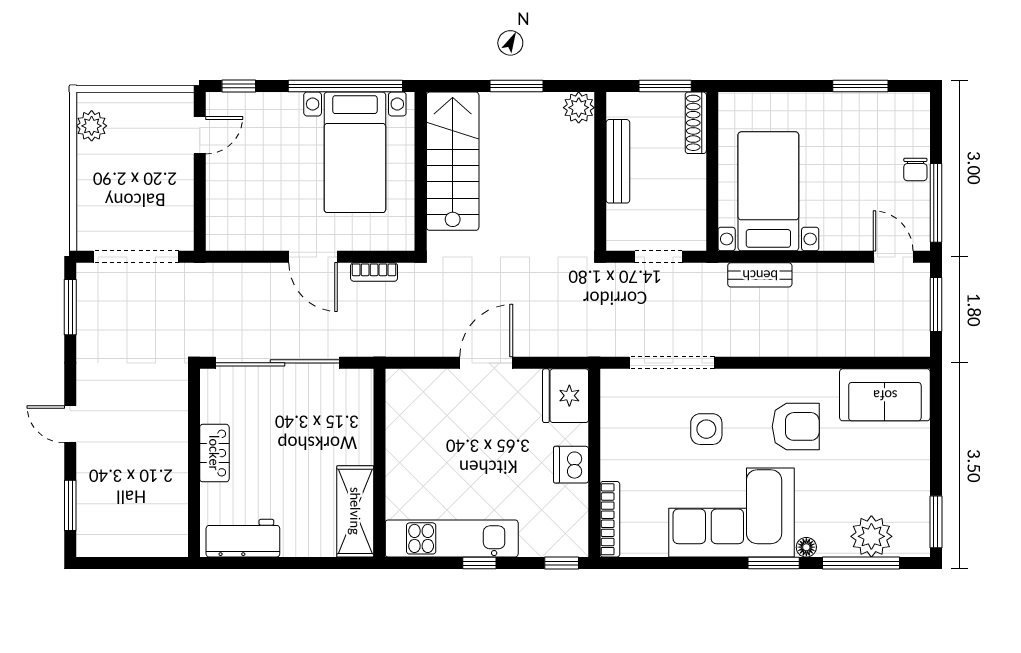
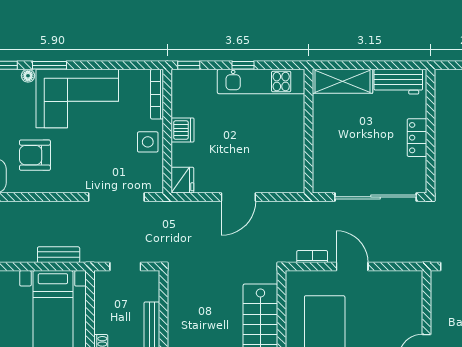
fridge: (566, 396) -> (182, 180), width x0.73, depth x0.75
side table: (706, 429) -> (148, 142), moved
shelving: (355, 511) -> (343, 81), moved, turned 90

